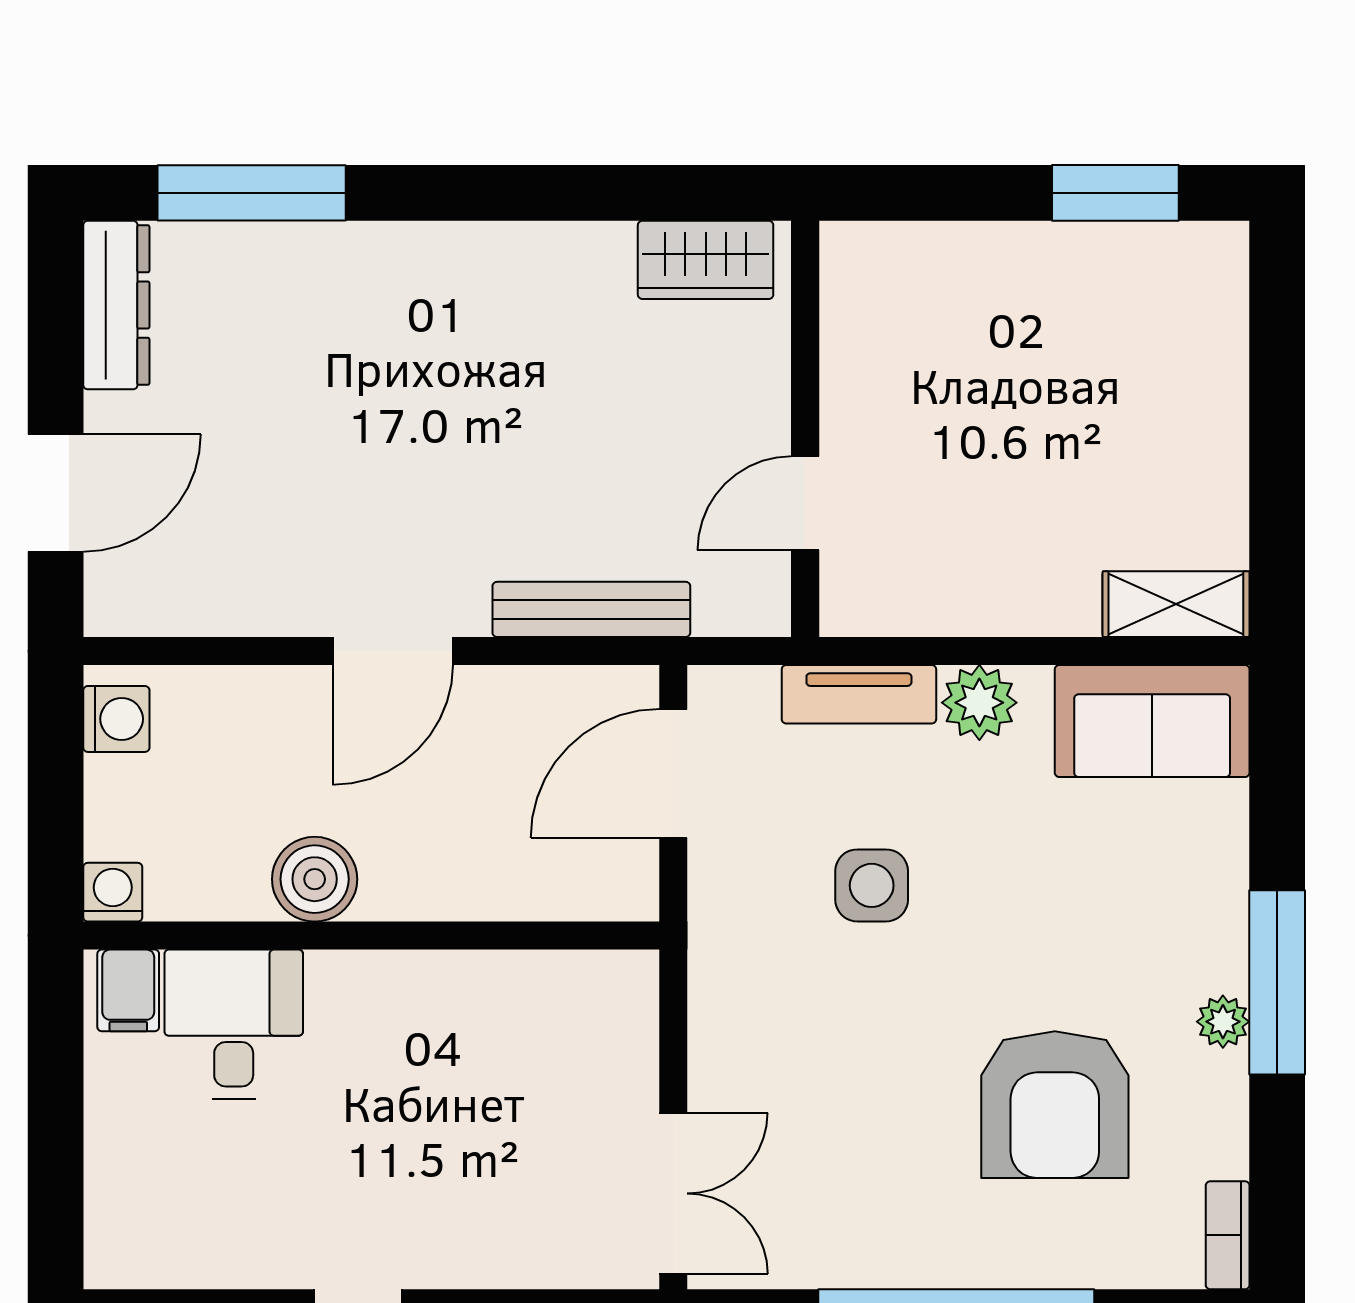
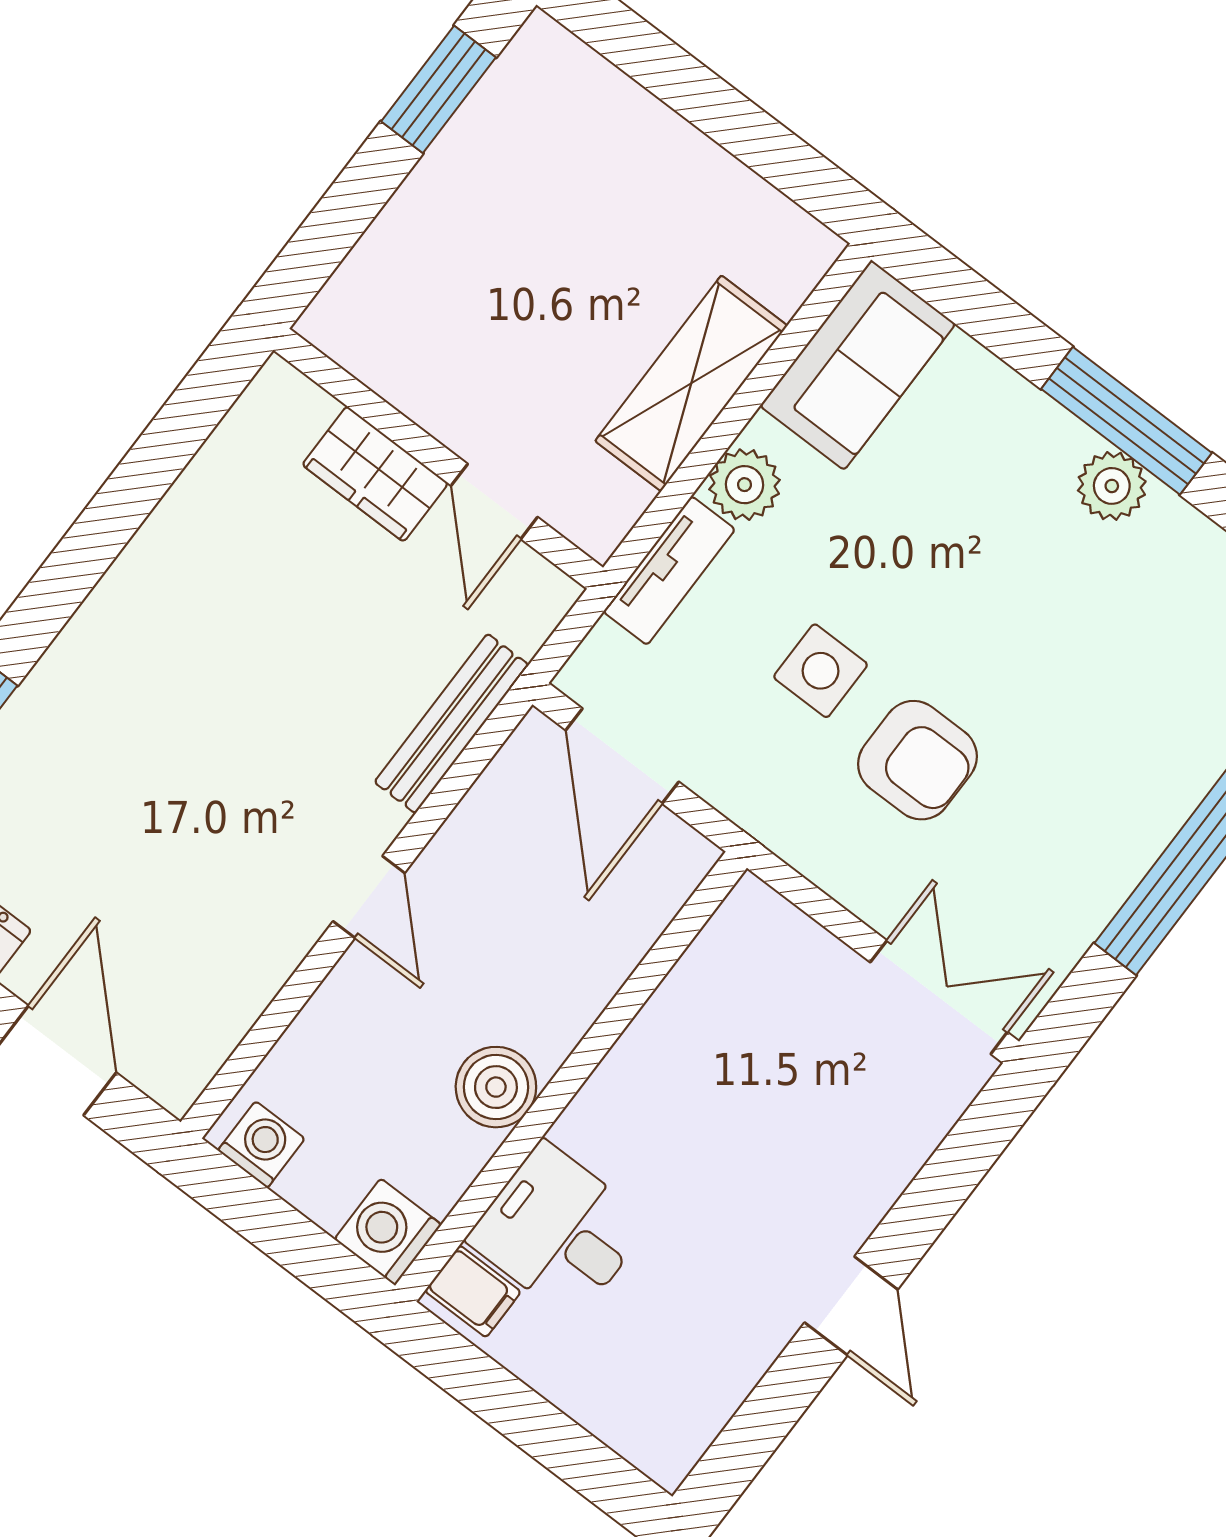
wardrobe: (706, 260) -> (375, 474), moved, turned 90
shelving: (1176, 604) -> (691, 383), moved, width x1.50, depth x1.33
door: (393, 651) -> (369, 897), width x0.73
washing machine: (113, 892) -> (388, 1232), width x1.38, depth x1.38
plant: (1223, 1022) -> (1112, 486), width x1.38, depth x1.38
armchair: (1055, 1105) -> (917, 760), moved, width x0.73, depth x0.73

